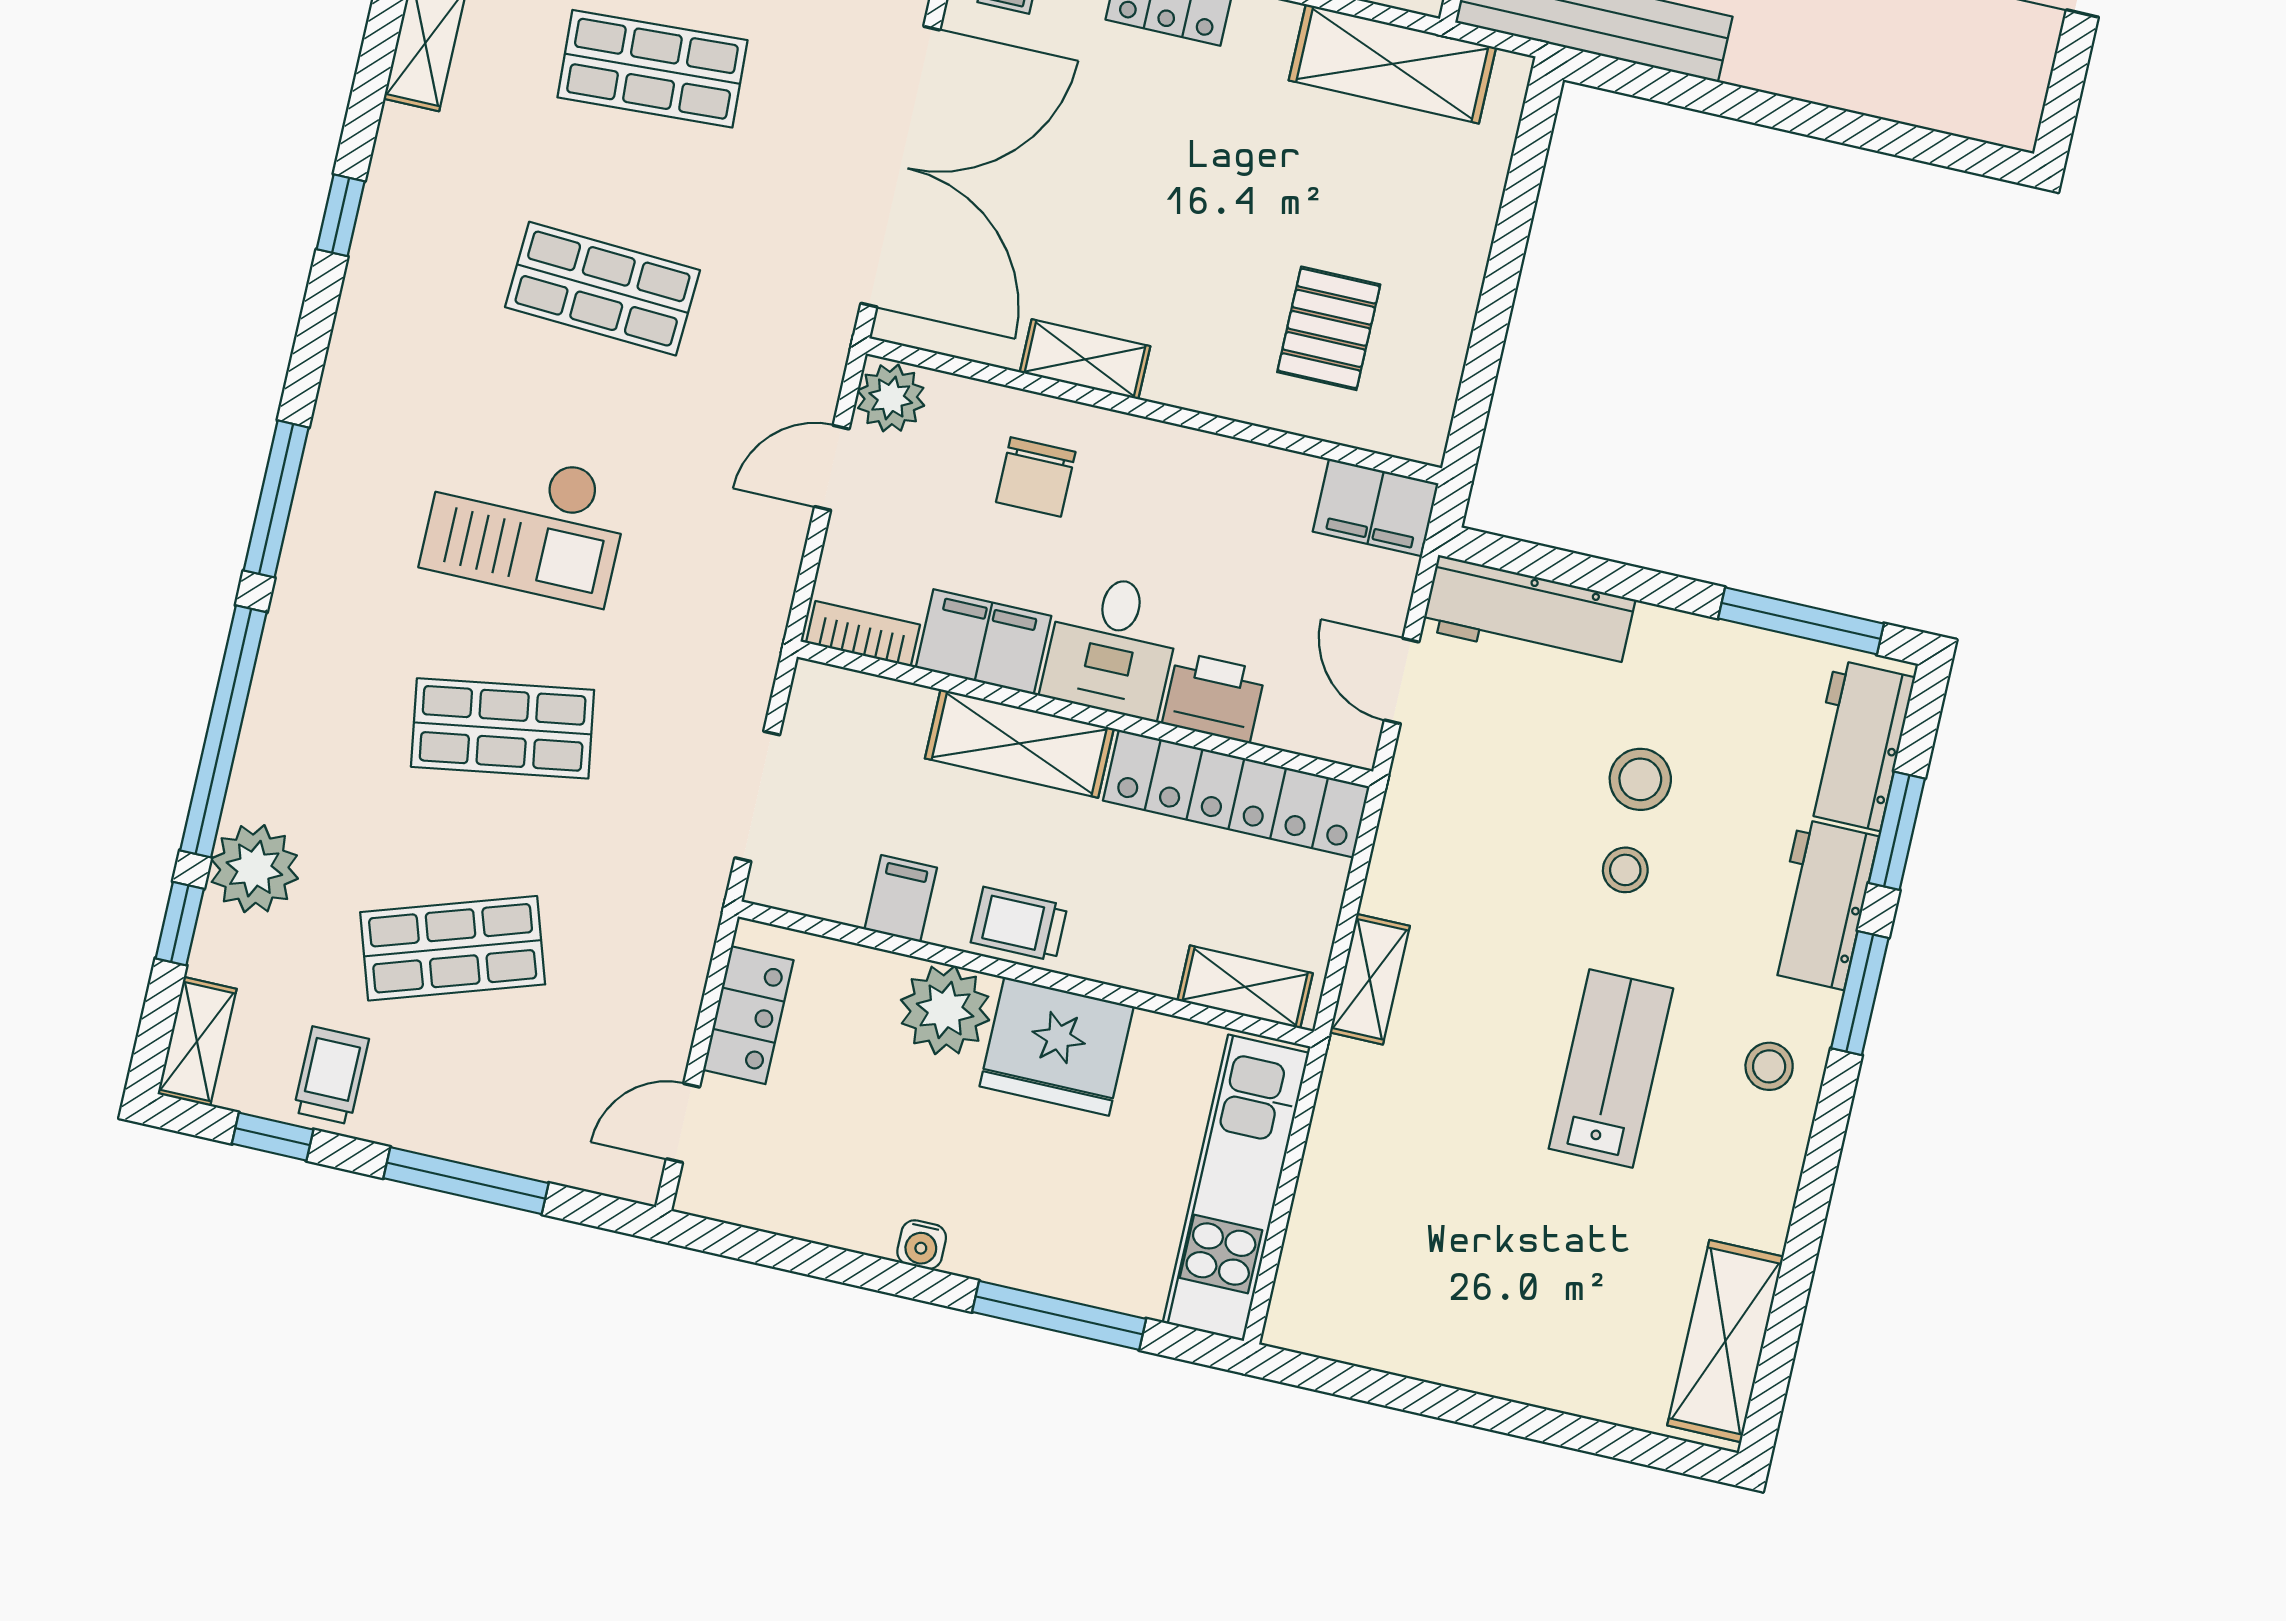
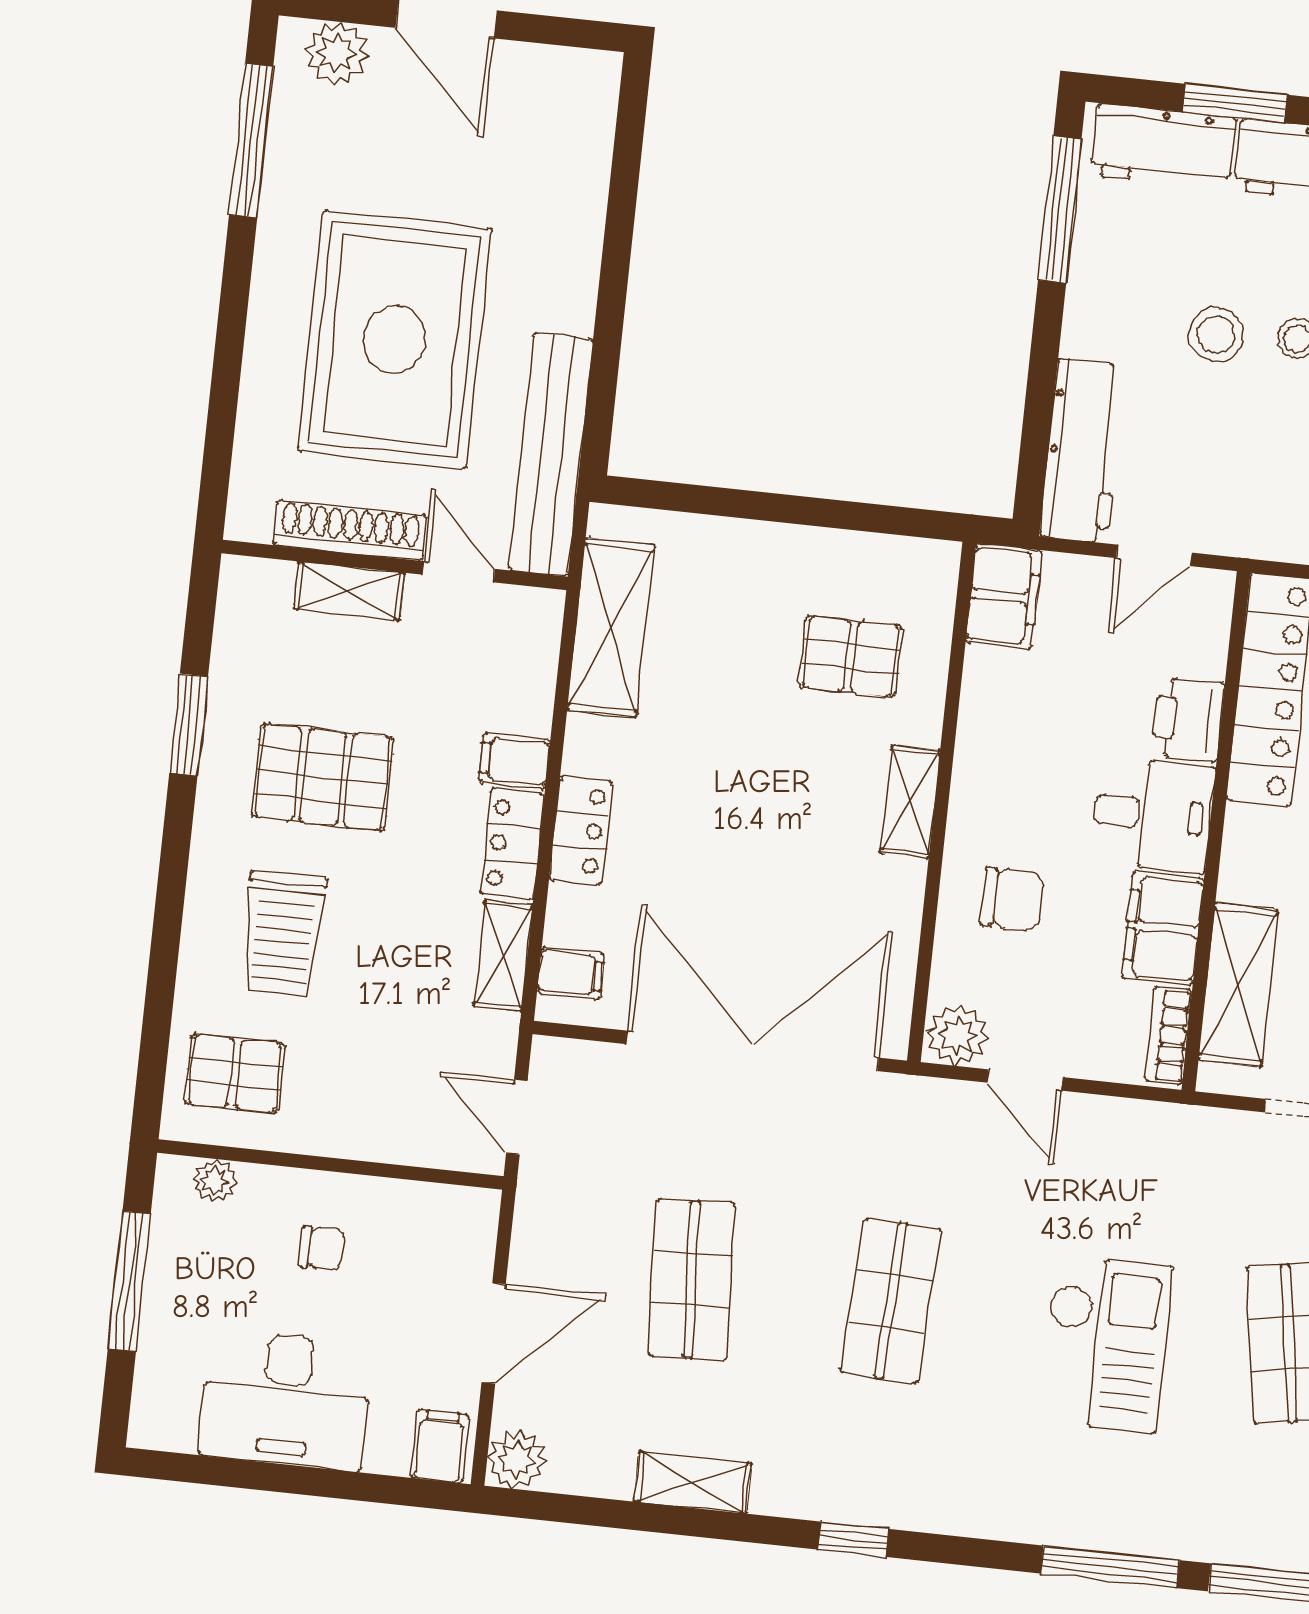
shelving: (1085, 359) -> (910, 802), moved
shelving: (1019, 743) -> (1238, 985), moved

